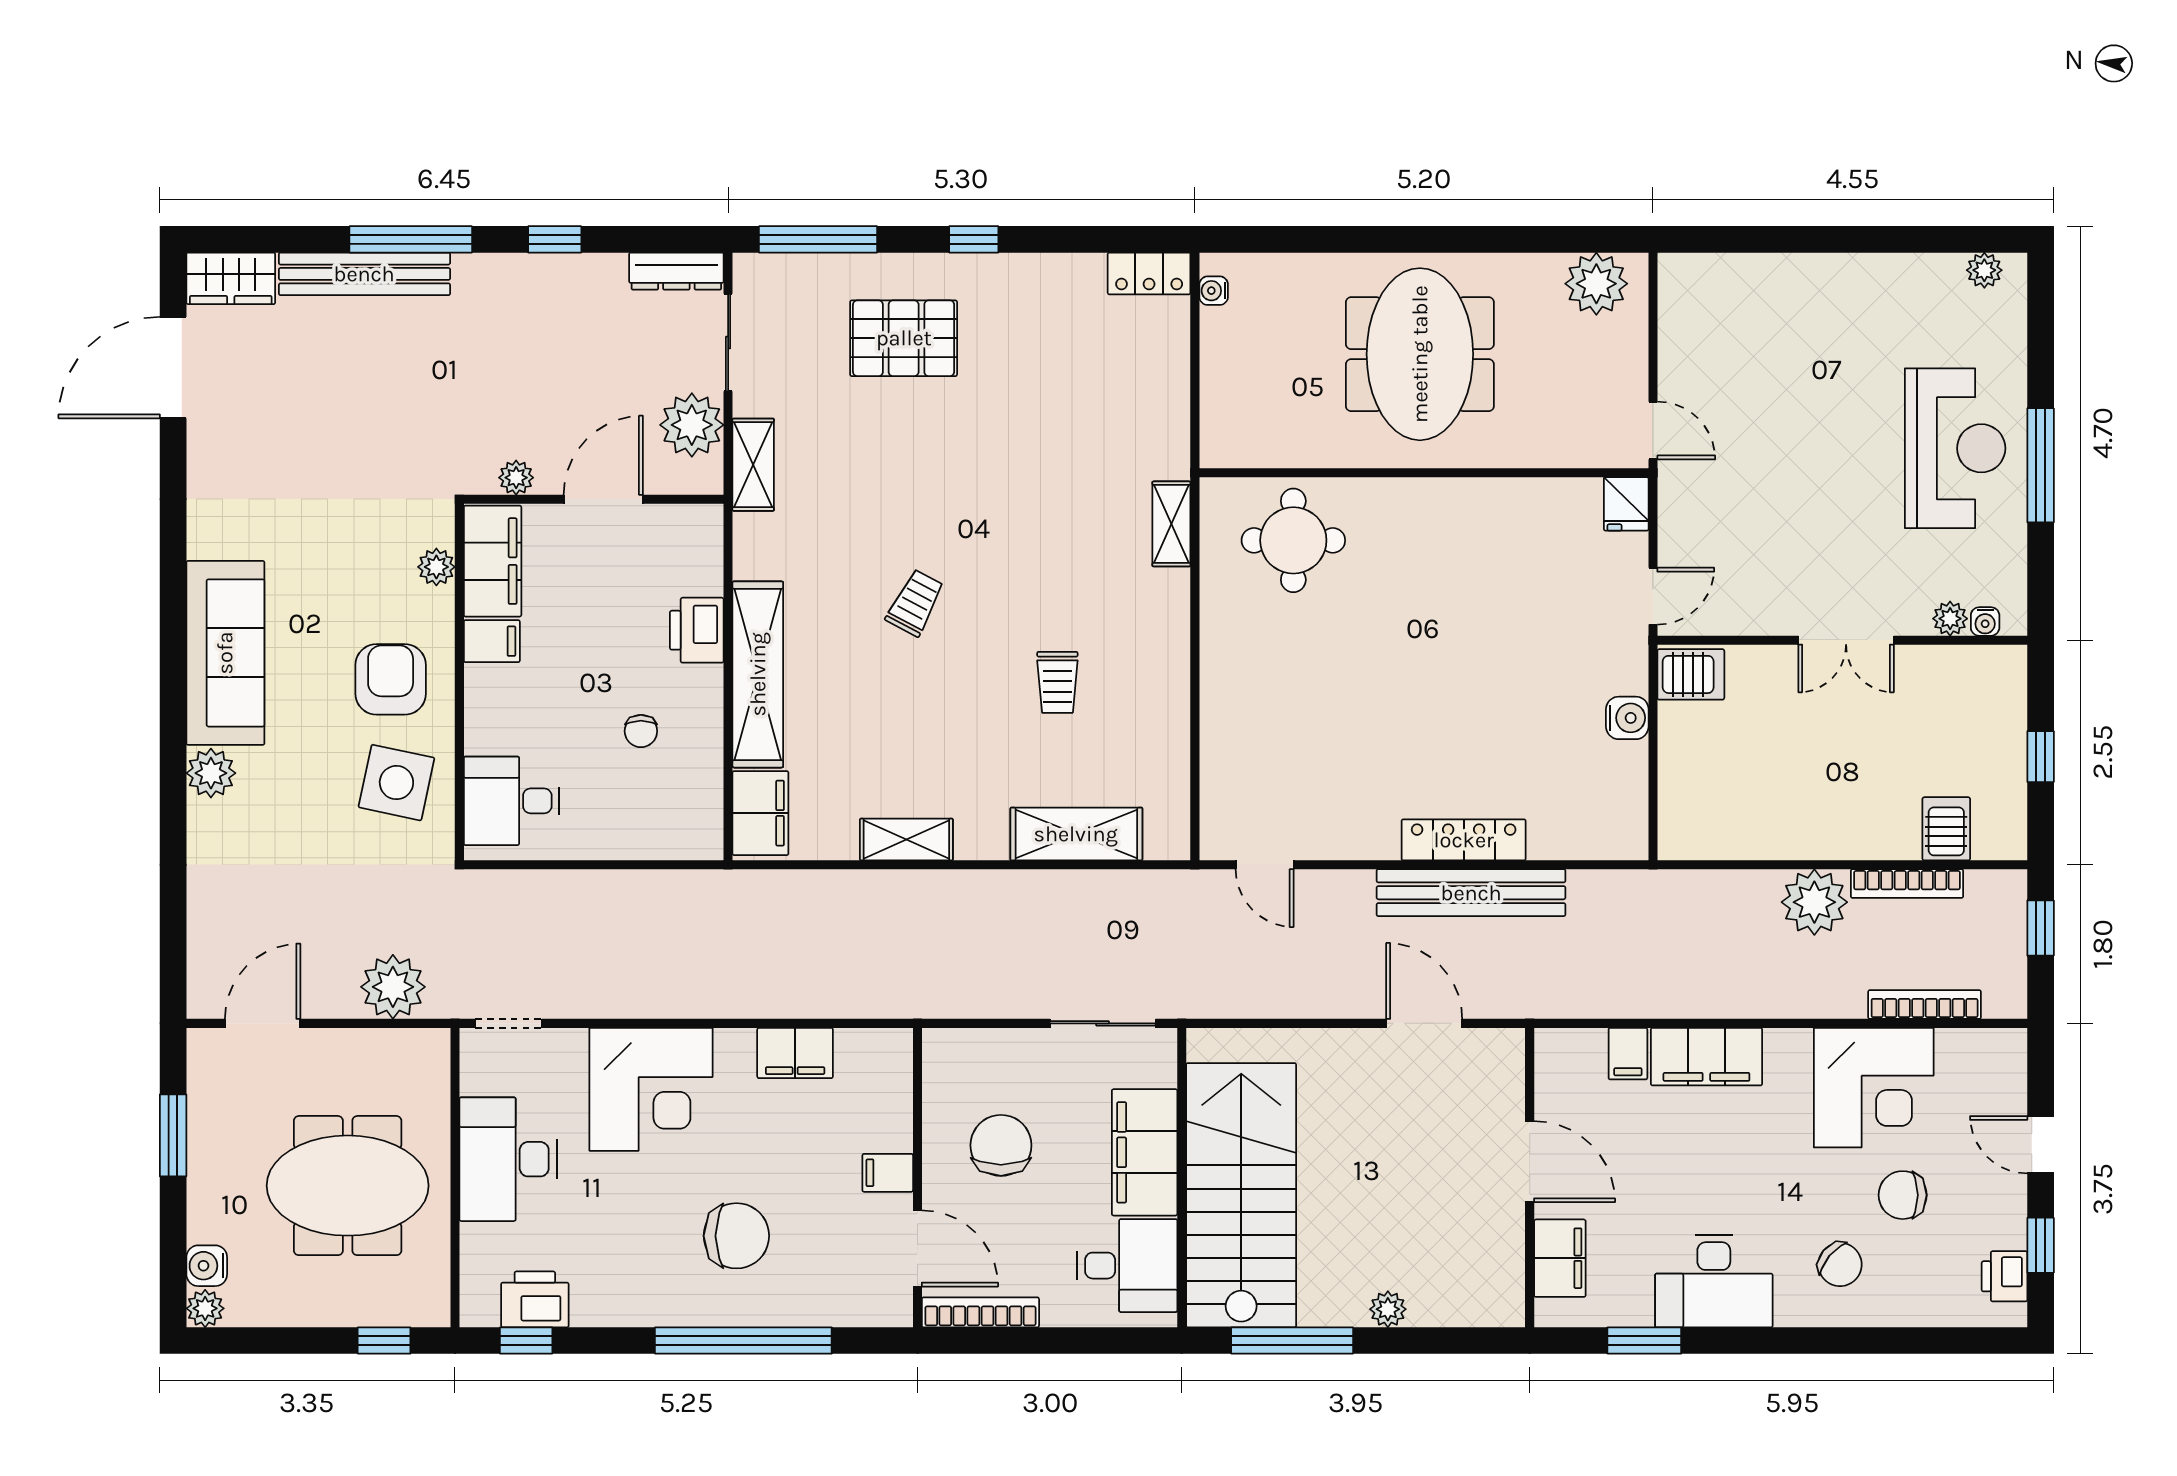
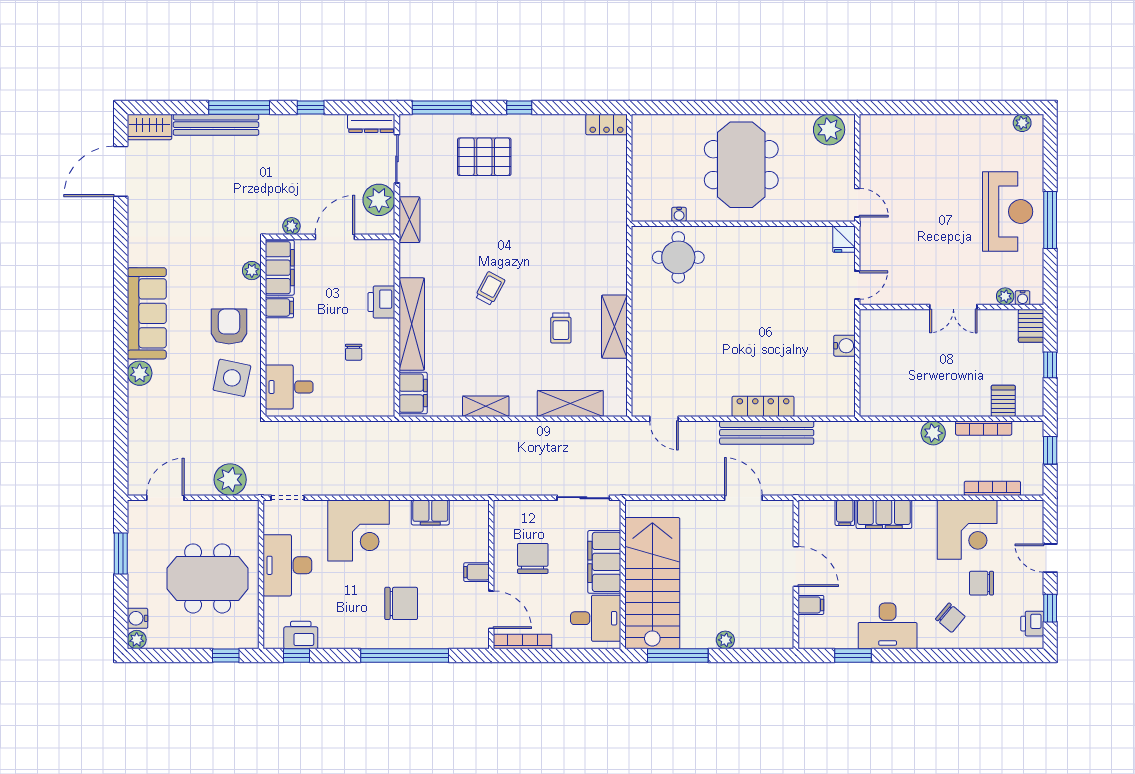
water cooler: (1214, 291) -> (679, 214), moved, turned -90
shelving: (1171, 524) -> (614, 327), moved, width x1.50, depth x1.33
server rack: (1691, 674) -> (1031, 326), moved, turned 90
plant: (1814, 902) -> (933, 433), width x0.73, depth x0.73
filing cabinet: (1560, 1258) -> (811, 605), width x0.50

